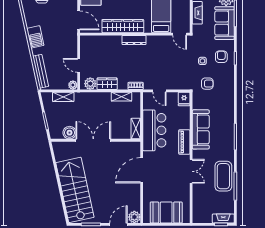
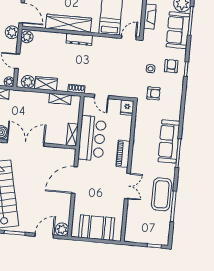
door: (180, 34) -> (129, 38), swing flipped
plant: (71, 39) -> (12, 32), added
plant: (85, 42) -> (27, 37), added
sofa: (201, 129) -> (169, 142), moved, turned 180
fireplace: (223, 218) -> (157, 240), removed

